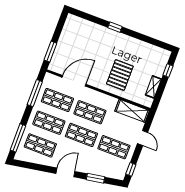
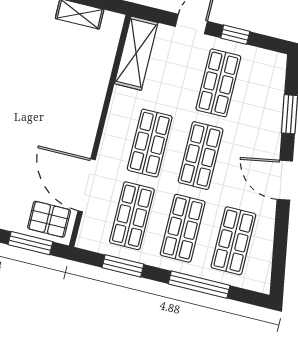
pallet: (120, 75) -> (49, 219), moved, width x0.67, depth x0.71
window: (35, 93) -> (123, 266), width x0.69
window: (18, 138) -> (199, 285), moved
window: (131, 169) -> (235, 35), moved

